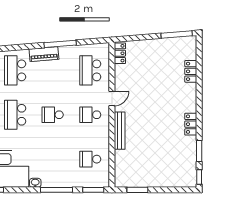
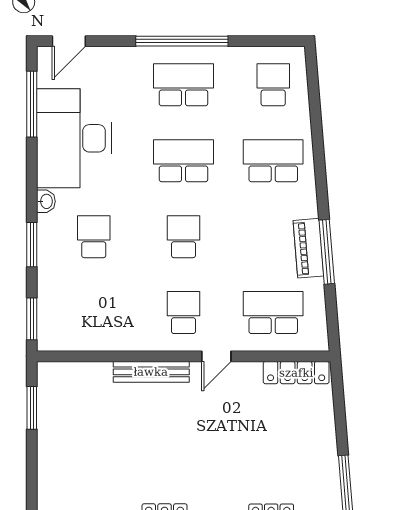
locker: (120, 53) -> (296, 373), width x1.53
piano: (44, 54) -> (308, 248), moved
door: (112, 98) -> (216, 356), hinge flipped
school desk: (90, 159) -> (94, 237), moved
window: (57, 190) -> (32, 245), width x0.69

